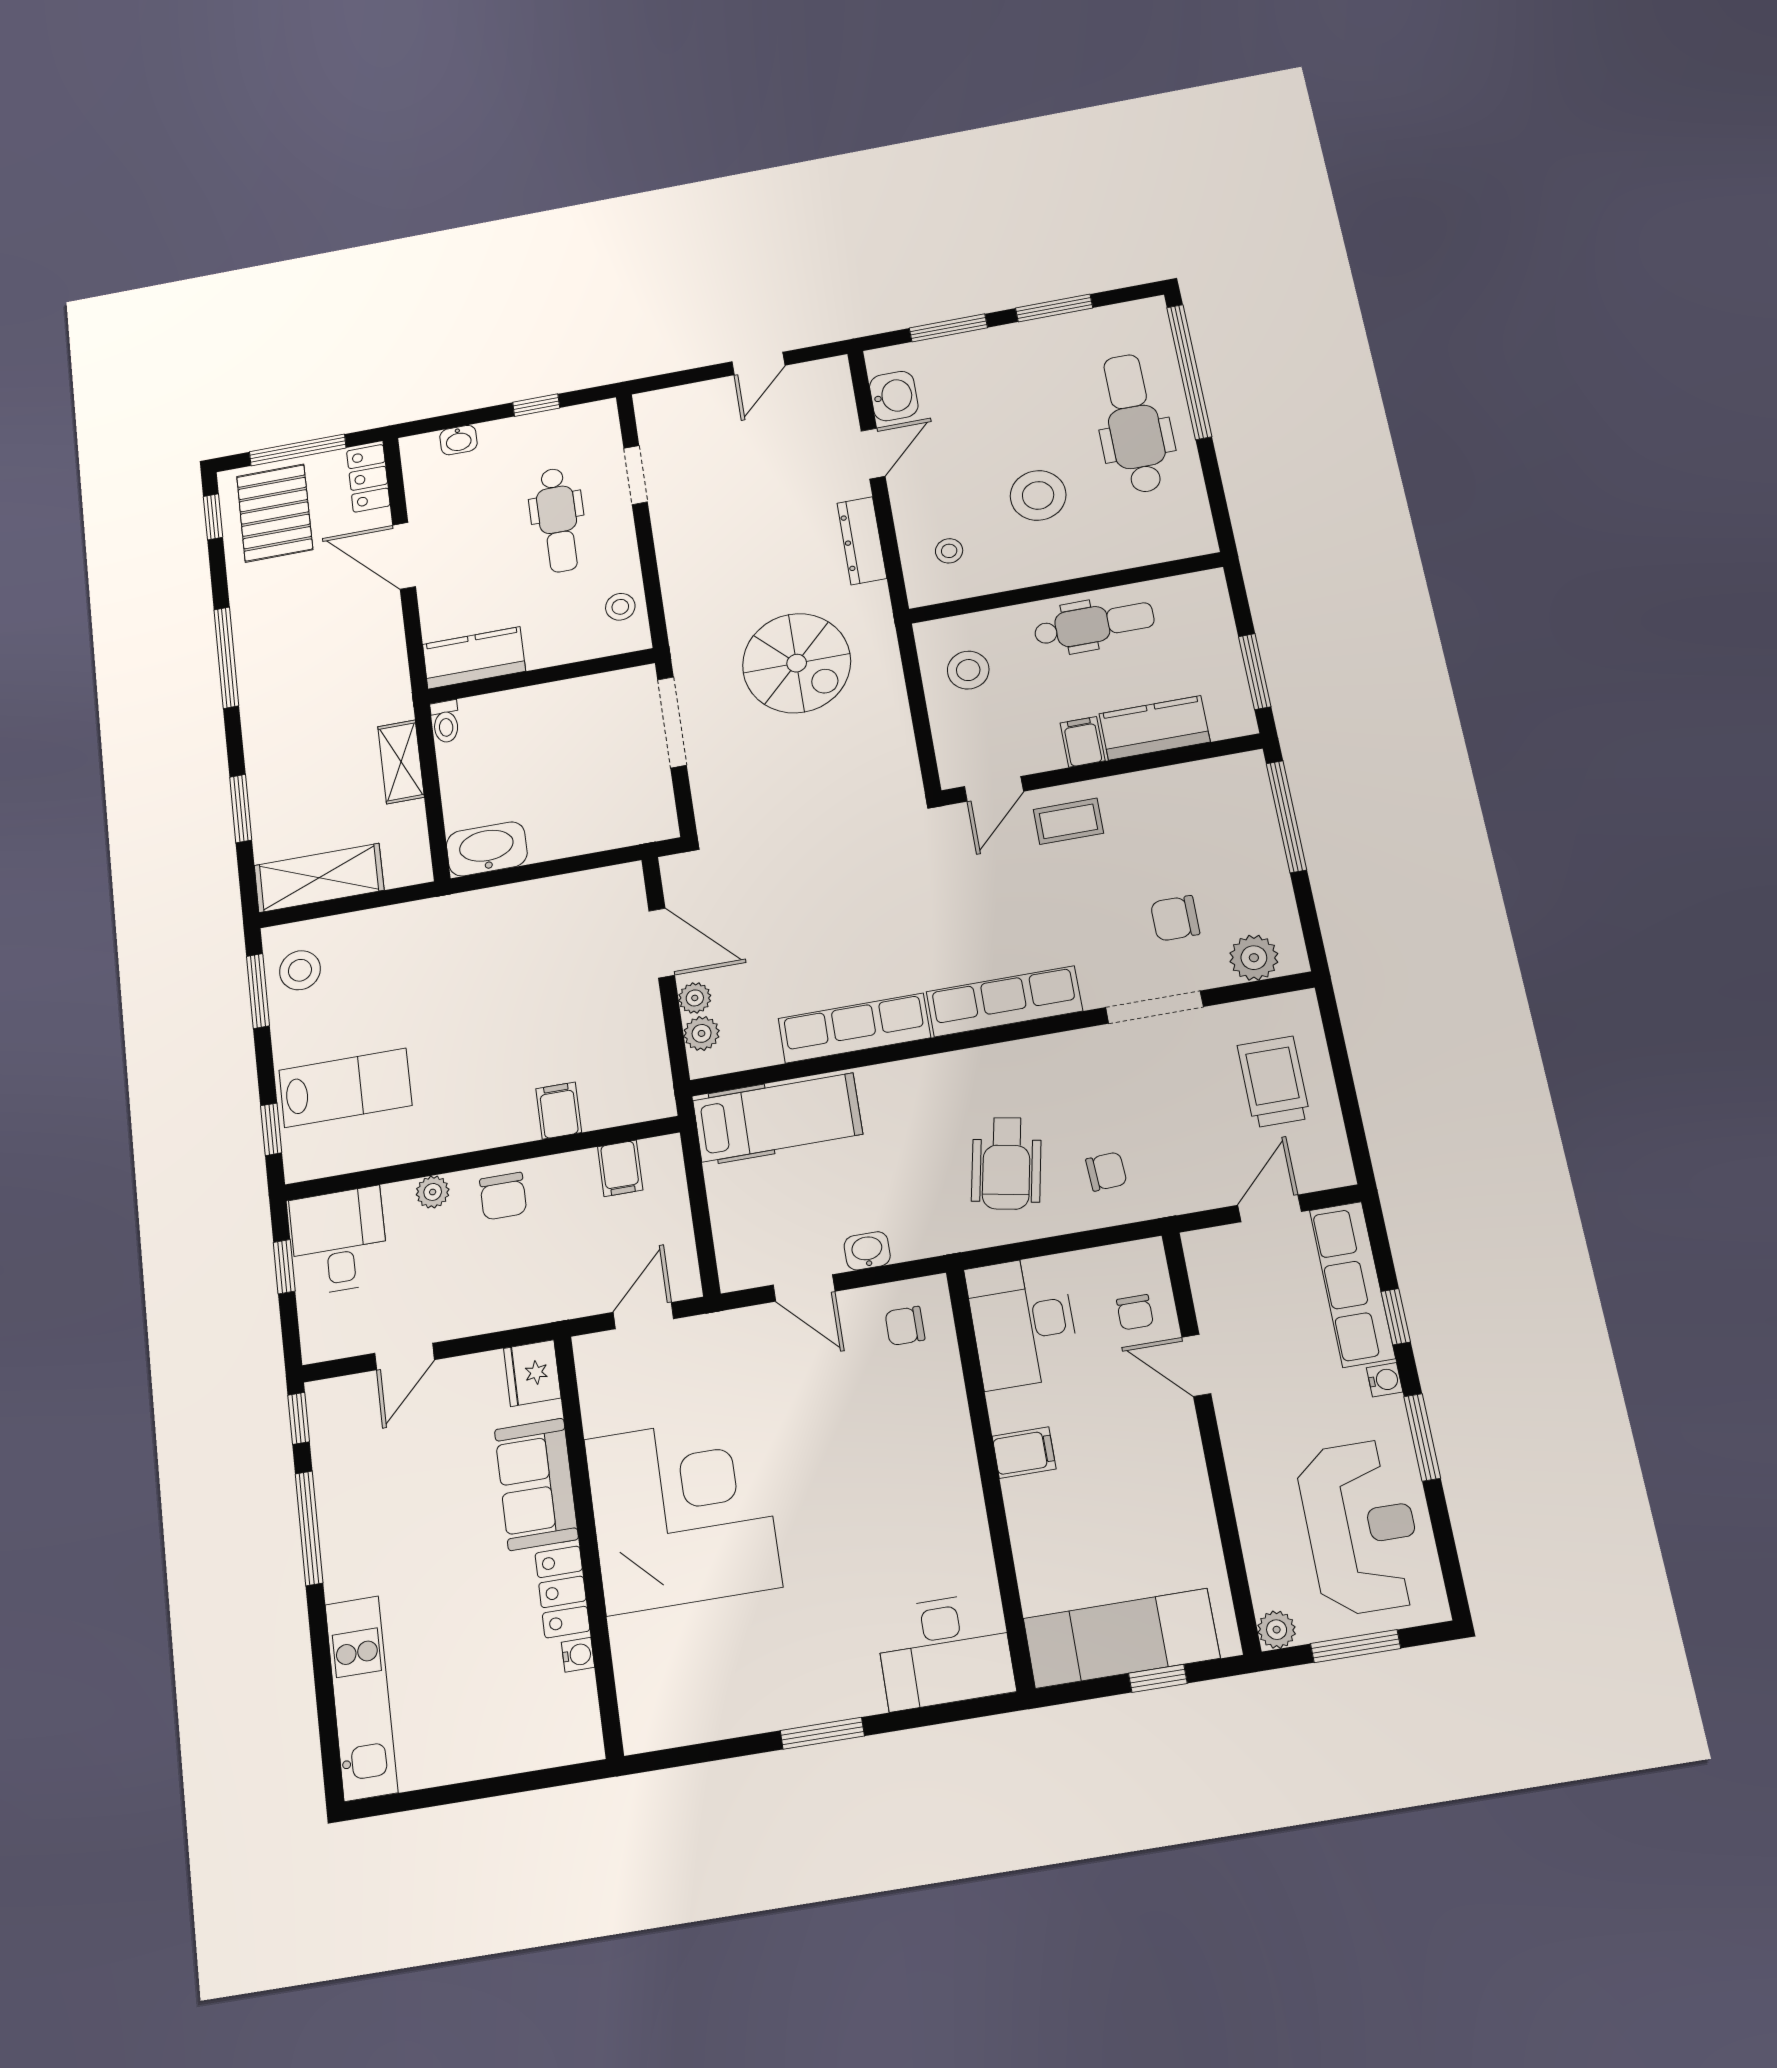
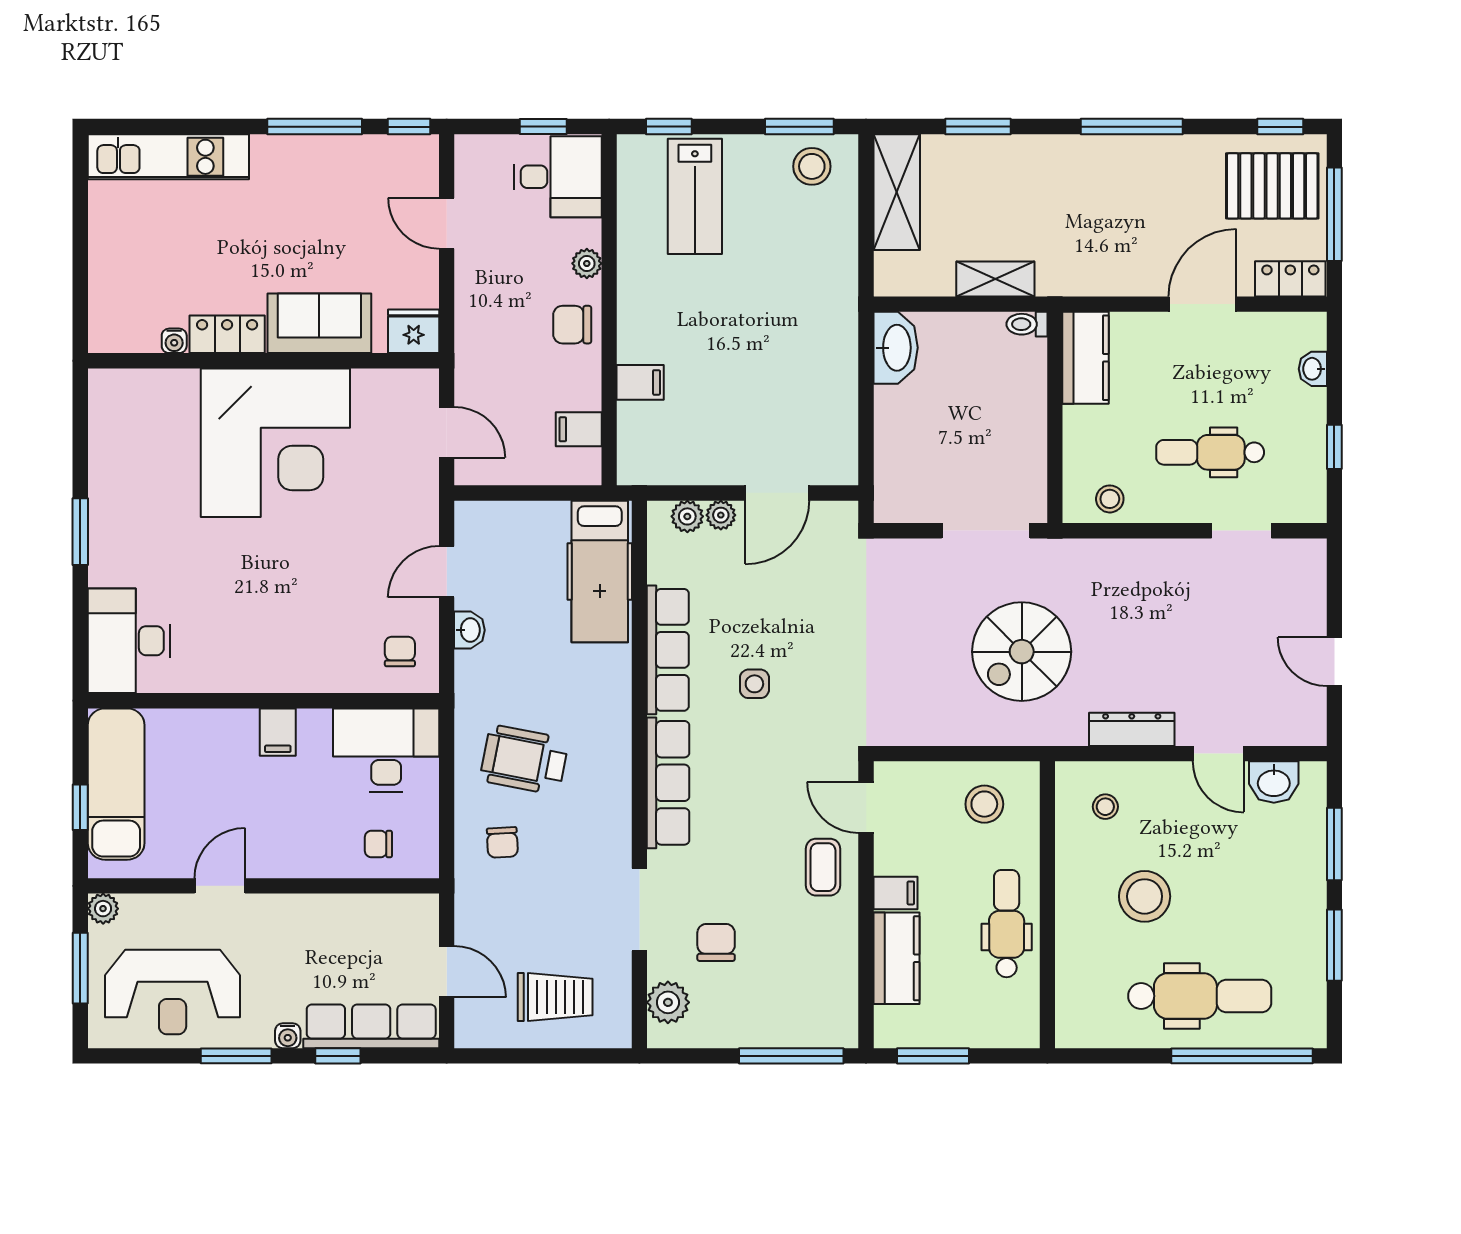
dental chair: (1094, 624) -> (1007, 924), turned 180
side table: (877, 929) -> (754, 684), added
door: (1196, 1365) -> (220, 886), moved

